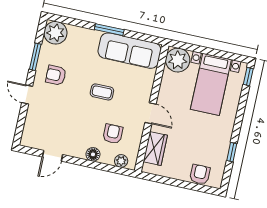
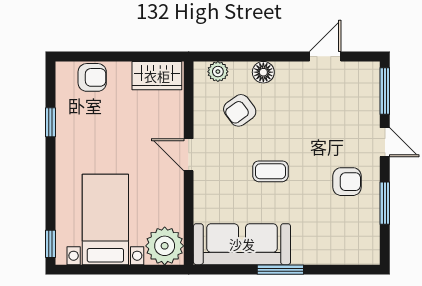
plant: (55, 33) -> (362, 247), removed
window: (20, 126) -> (385, 91), added
armchair: (113, 134) -> (240, 110), turned 54
wardrobe: (155, 148) -> (157, 76), moved, turned -90
armchair: (200, 174) -> (92, 77), turned -90

